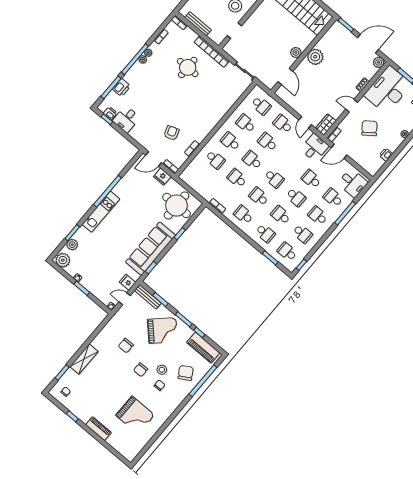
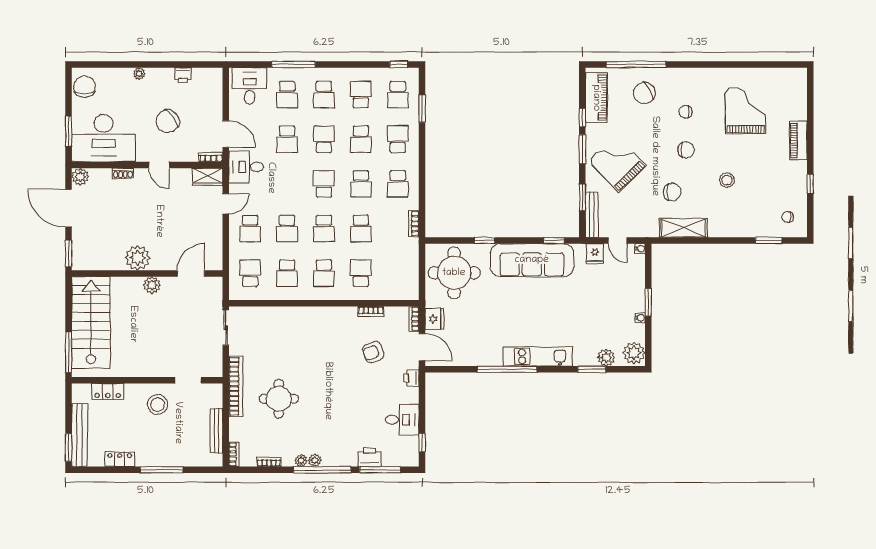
printer: (110, 113) -> (411, 378), moved
shelving: (84, 359) -> (683, 228), moved
stool: (162, 370) -> (727, 180), moved

